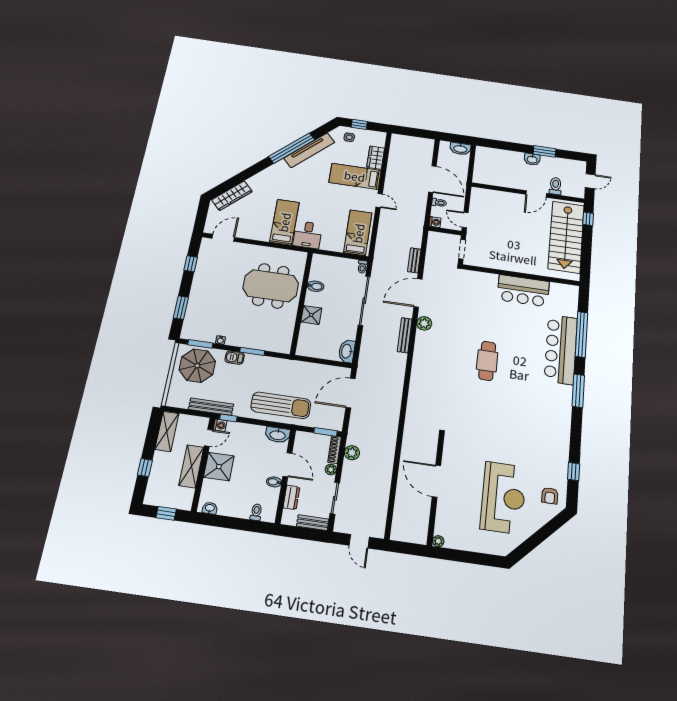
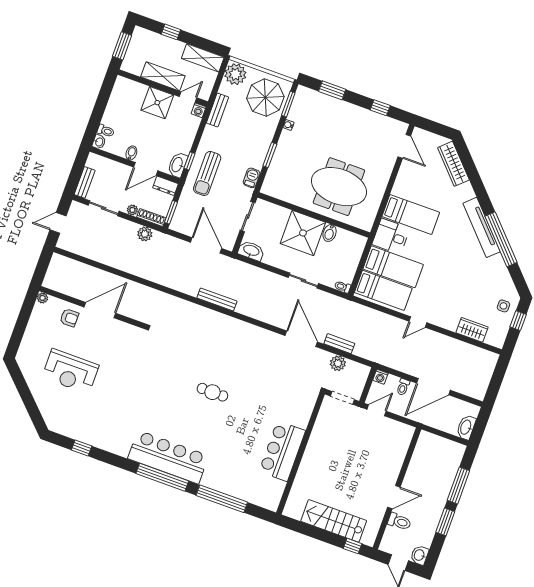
window: (511, 146) -> (458, 486), added
tv unit: (309, 150) -> (482, 227), moved
washbasin: (532, 159) -> (419, 555), moved
bed: (355, 176) -> (393, 267), moved, turned 90
door: (536, 194) -> (394, 497), swing flipped
stairs: (566, 237) -> (334, 521), width x0.73, depth x0.66
meeting table: (271, 286) -> (339, 187), turned 90
sliding door: (364, 301) -> (303, 280), width x0.54
shower: (311, 315) -> (303, 233), width x1.86, depth x1.86
plant: (424, 323) -> (338, 363), moved
bench: (405, 335) -> (217, 299), moved
bar counter: (561, 349) -> (168, 457), moved
barbecue: (235, 358) -> (252, 178), moved
sliding door: (315, 360) -> (248, 217), added
cafe table: (487, 361) -> (212, 392), width x0.73, depth x0.74
window: (578, 391) -> (162, 477), width x1.46
plant: (179, 397) -> (235, 74), added
sun lounger: (281, 405) -> (207, 173), width x0.73, depth x0.75
bench: (211, 407) -> (217, 110), width x0.73
window: (228, 418) -> (190, 161), moved
door: (209, 438) -> (188, 97), swing flipped
armchair: (550, 496) -> (69, 318), moved, turned 180
dresser: (291, 497) -> (165, 186), moved
reception desk: (503, 498) -> (70, 371), width x0.74, depth x0.77
washbasin: (210, 508) -> (99, 142), moved
window: (166, 513) -> (122, 46), width x1.50

